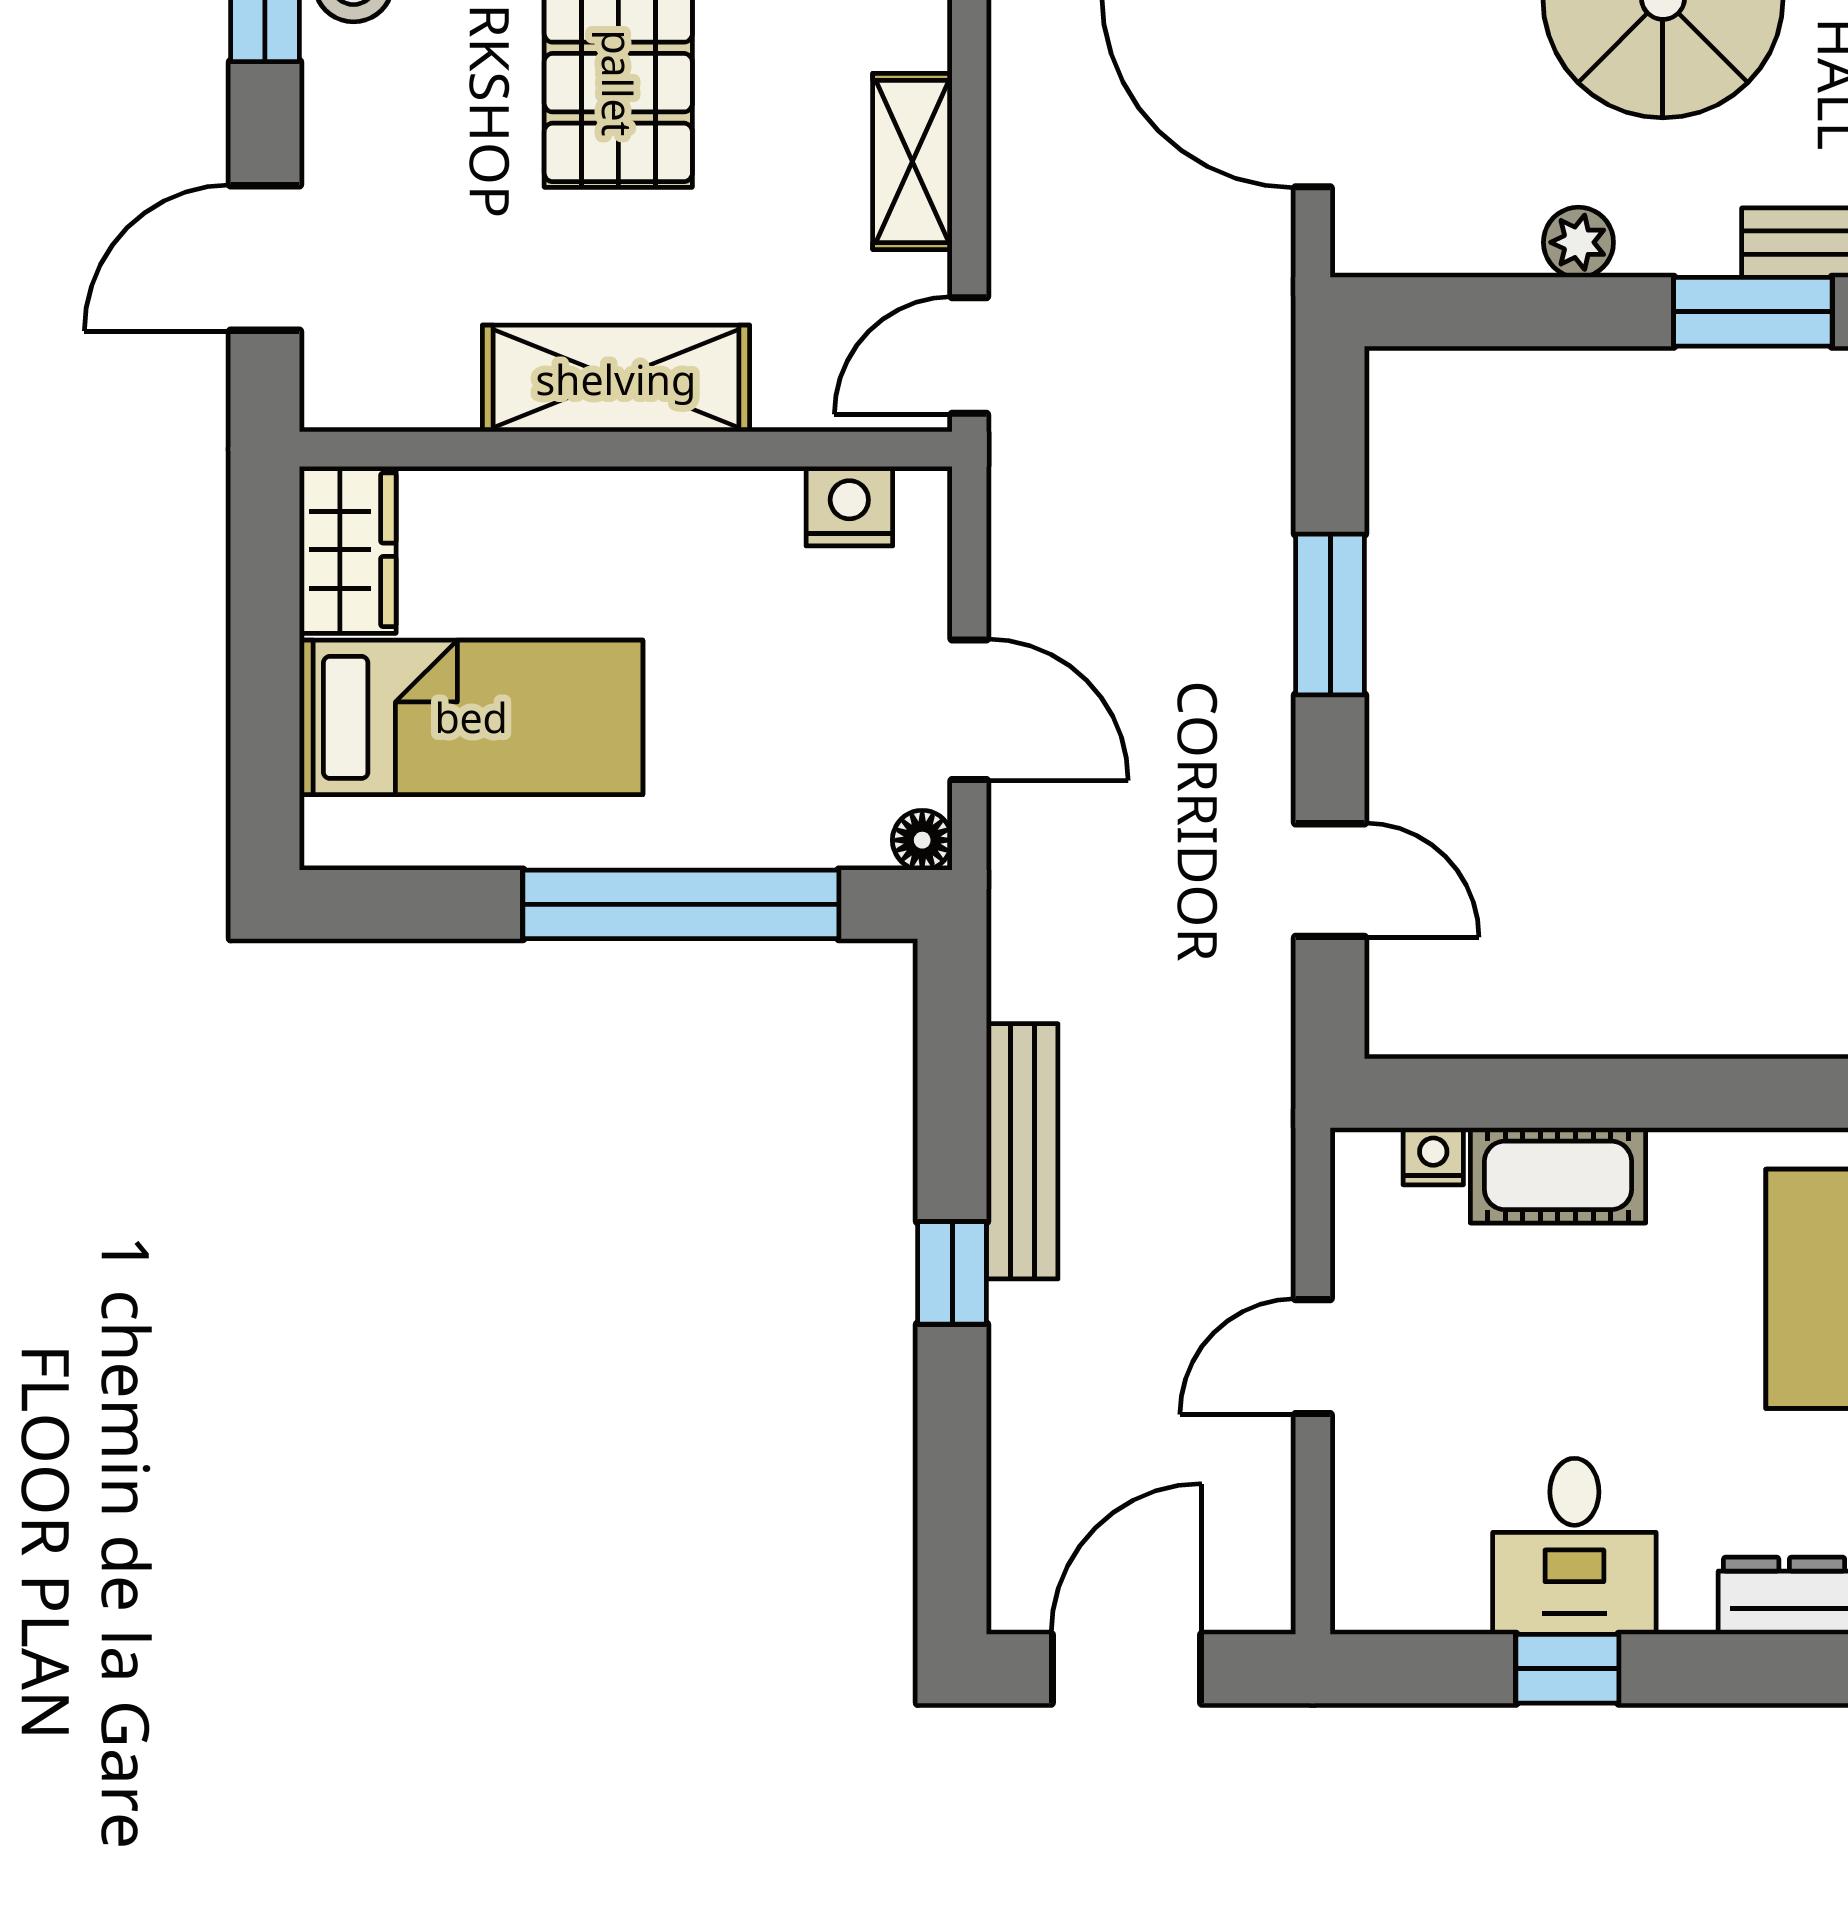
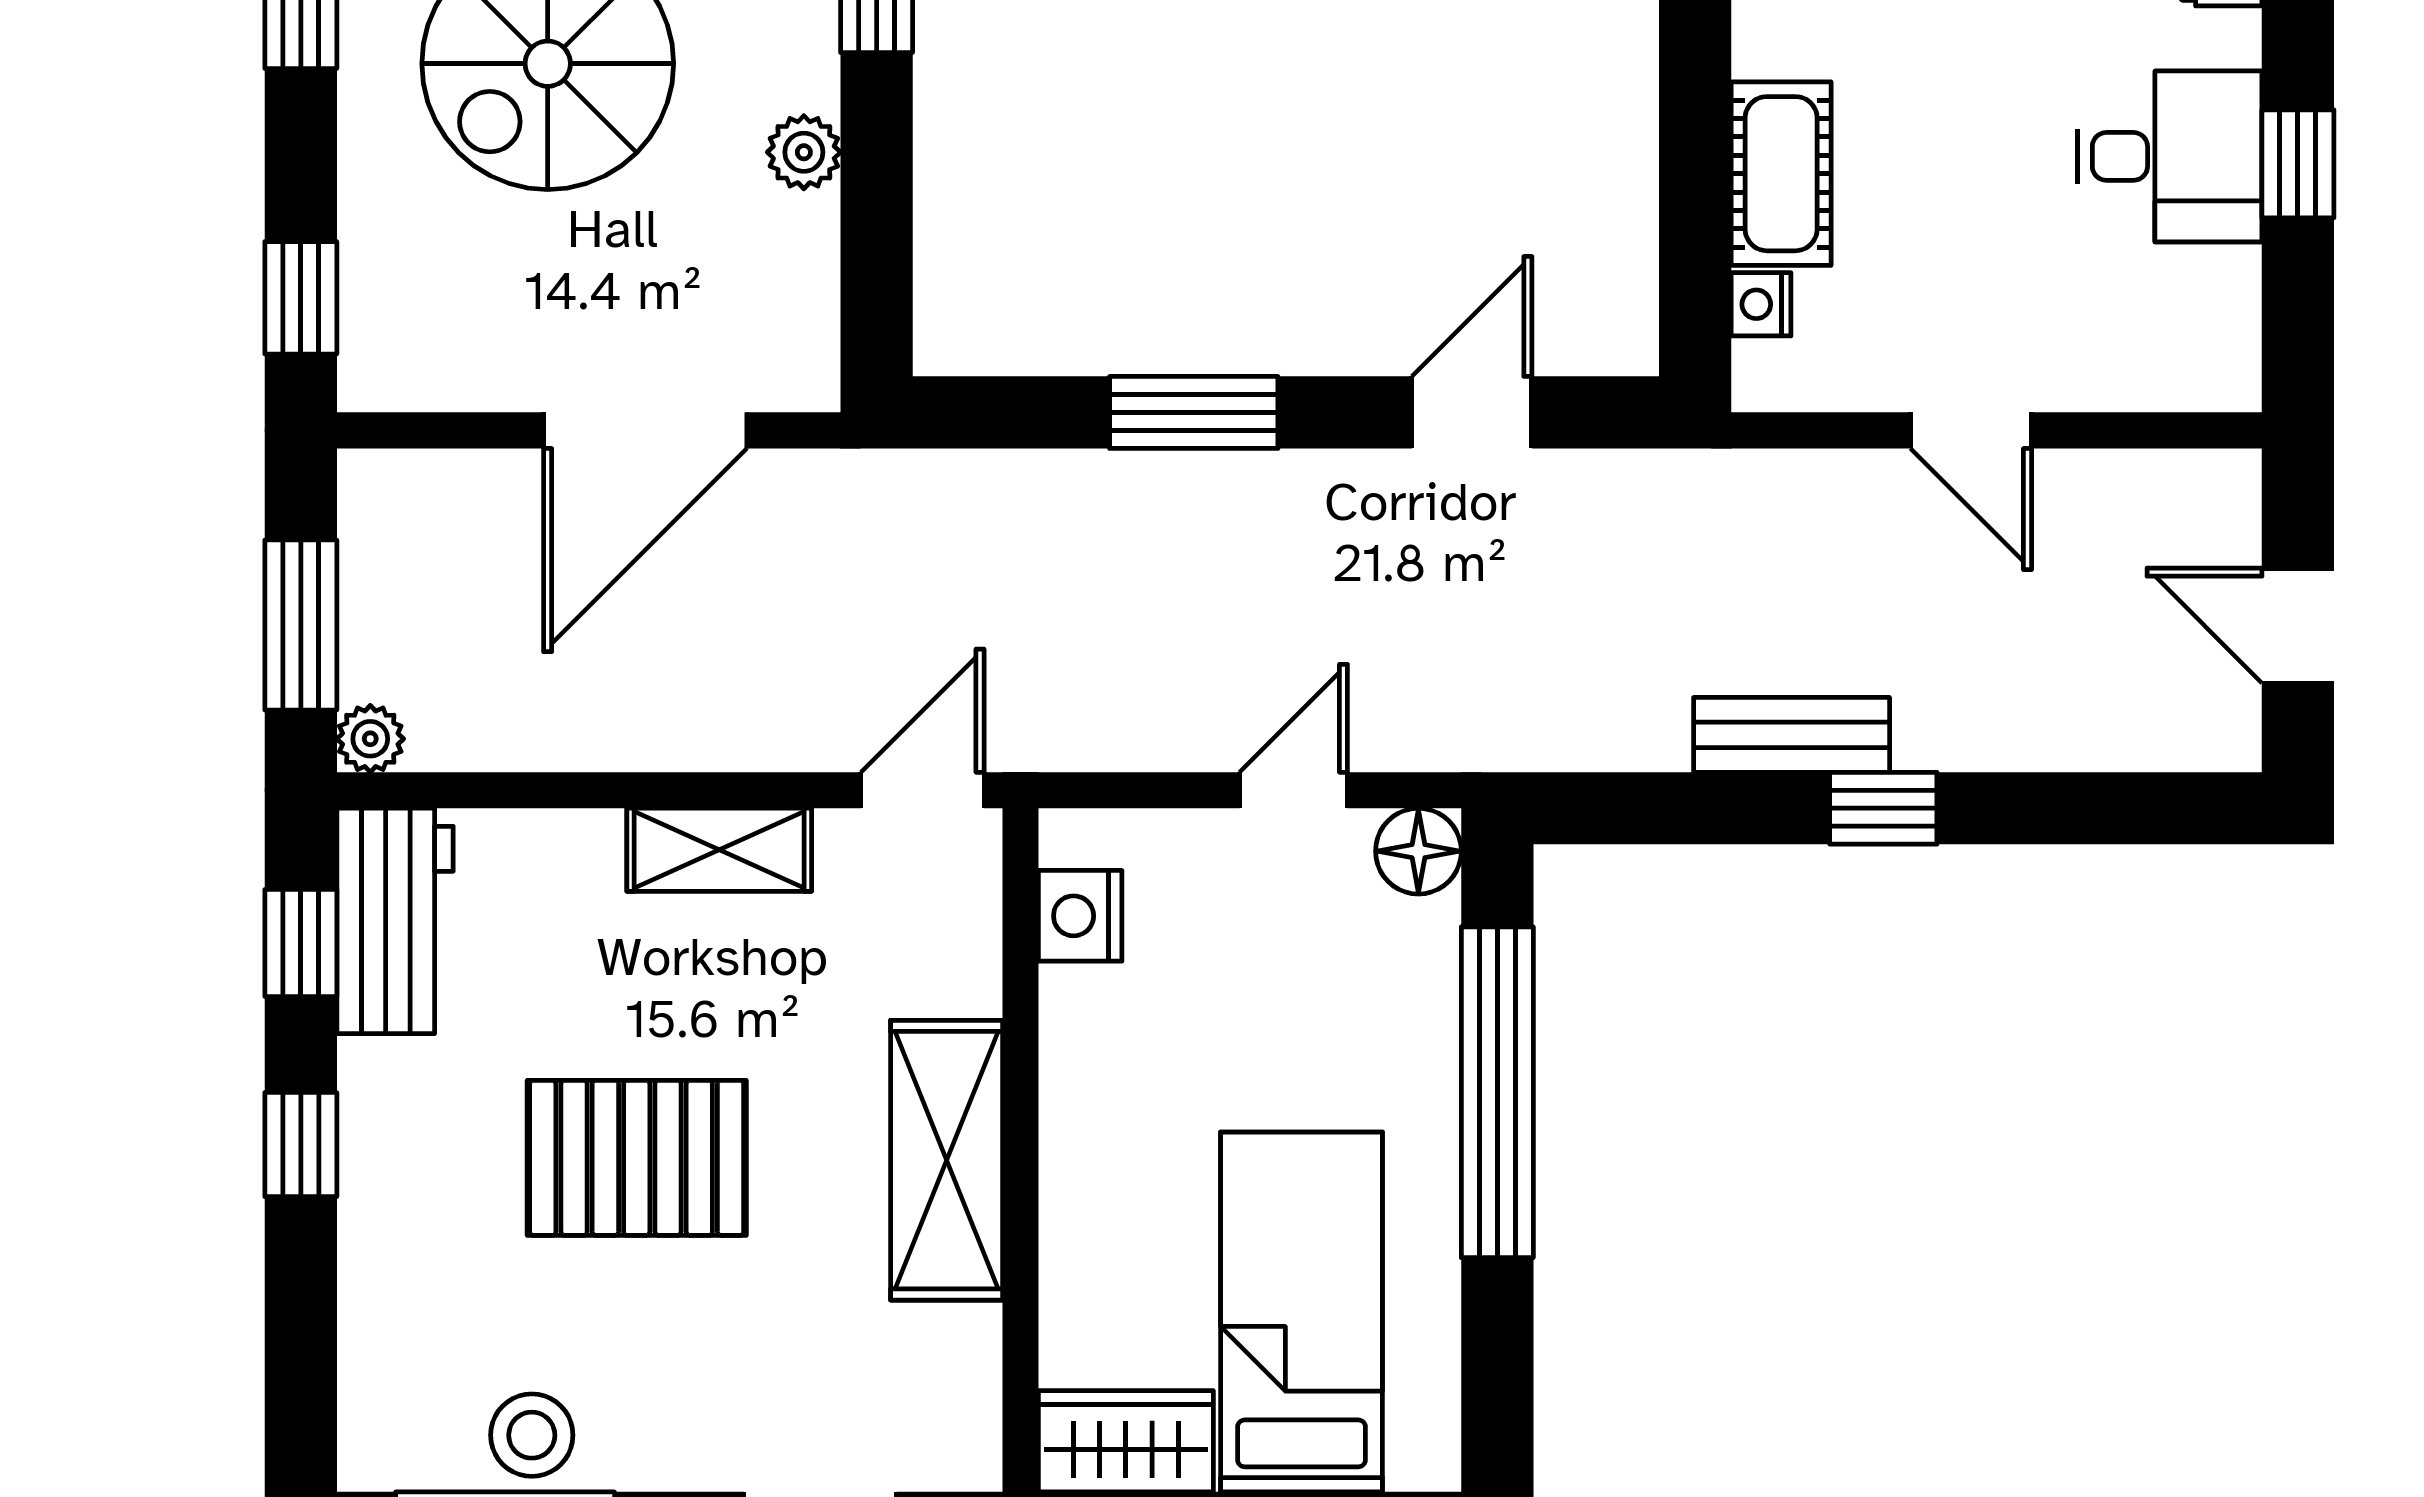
door: (969, 355) -> (922, 790), swing flipped
door: (969, 710) -> (1293, 790), width x0.73
floor lamp: (922, 840) -> (1418, 851), width x1.37, depth x1.37
bench: (1022, 1151) -> (1792, 735), width x0.73
door: (1127, 1669) -> (2298, 626), width x0.73

